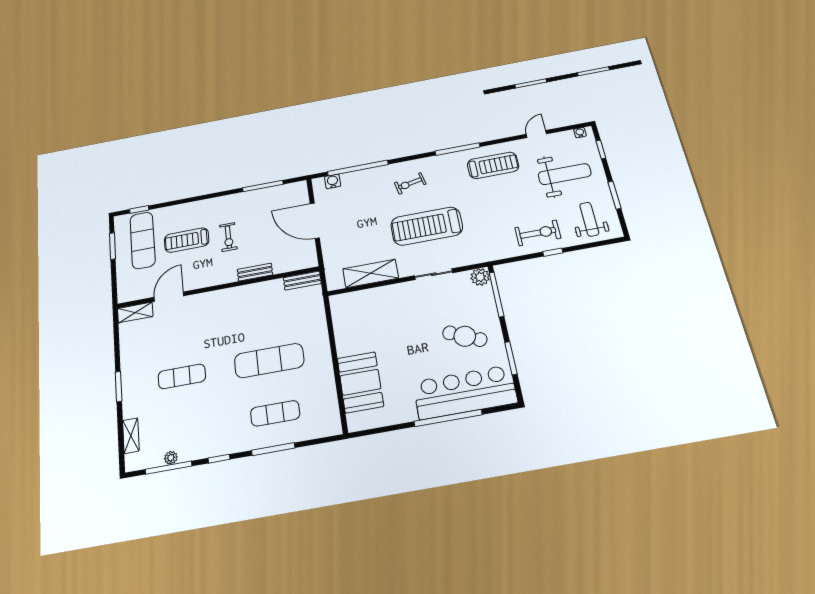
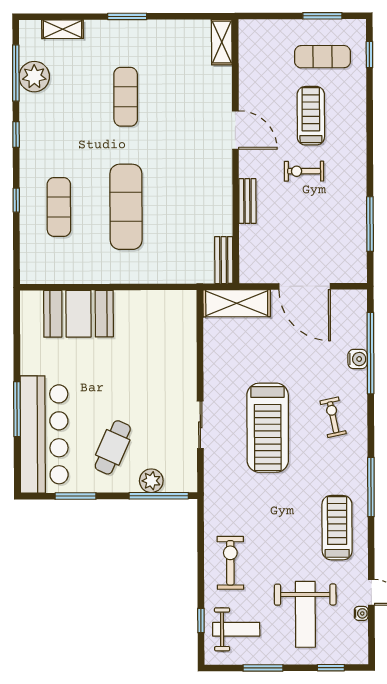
water cooler: (580, 133) -> (361, 613), moved
treadmill: (493, 165) -> (337, 528), turned 180
water cooler: (333, 181) -> (358, 359), moved
door: (315, 221) -> (305, 286), swing flipped
treadmill: (427, 226) -> (268, 428), turned 180
exercise bike: (538, 233) -> (230, 563), turned 180
exercise mat: (143, 240) -> (323, 57), width x0.73, depth x0.69
window: (553, 252) -> (201, 620), moved
shelving: (371, 273) -> (237, 303), moved, turned 90
plant: (480, 277) -> (151, 481), moved
door: (169, 297) -> (235, 130), moved
window: (448, 418) -> (17, 409), width x0.68
window: (273, 449) -> (16, 200), width x0.46
plant: (171, 458) -> (34, 77), width x1.87, depth x1.87

